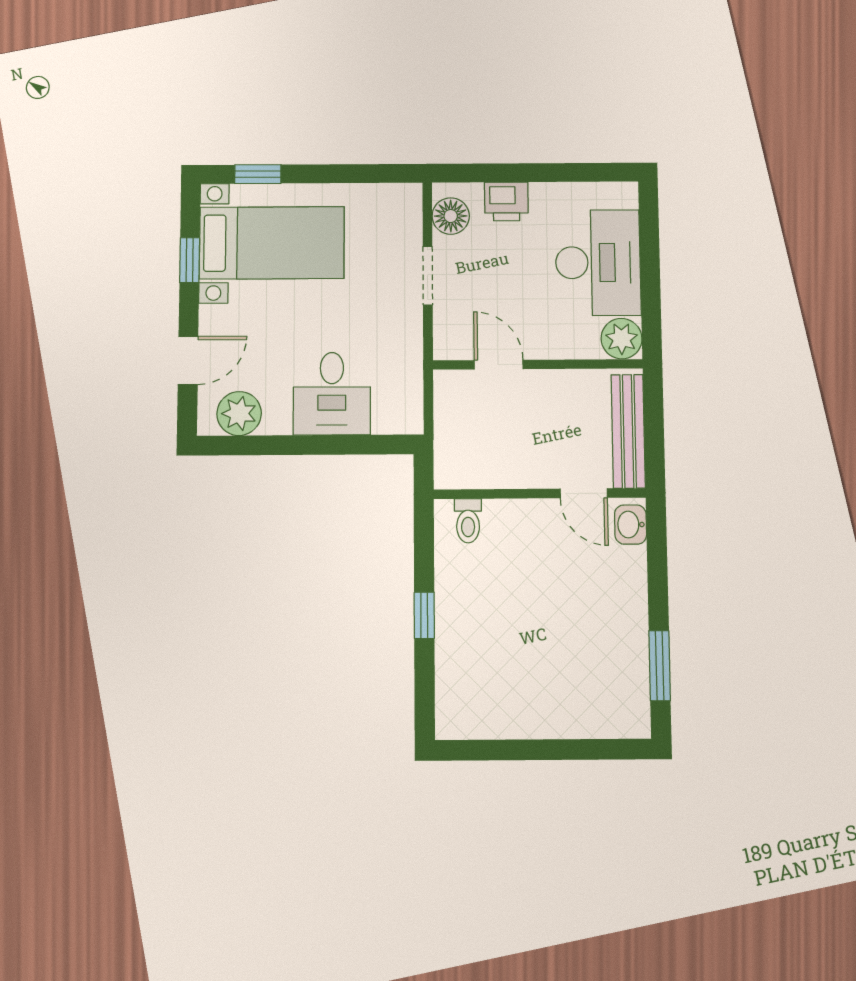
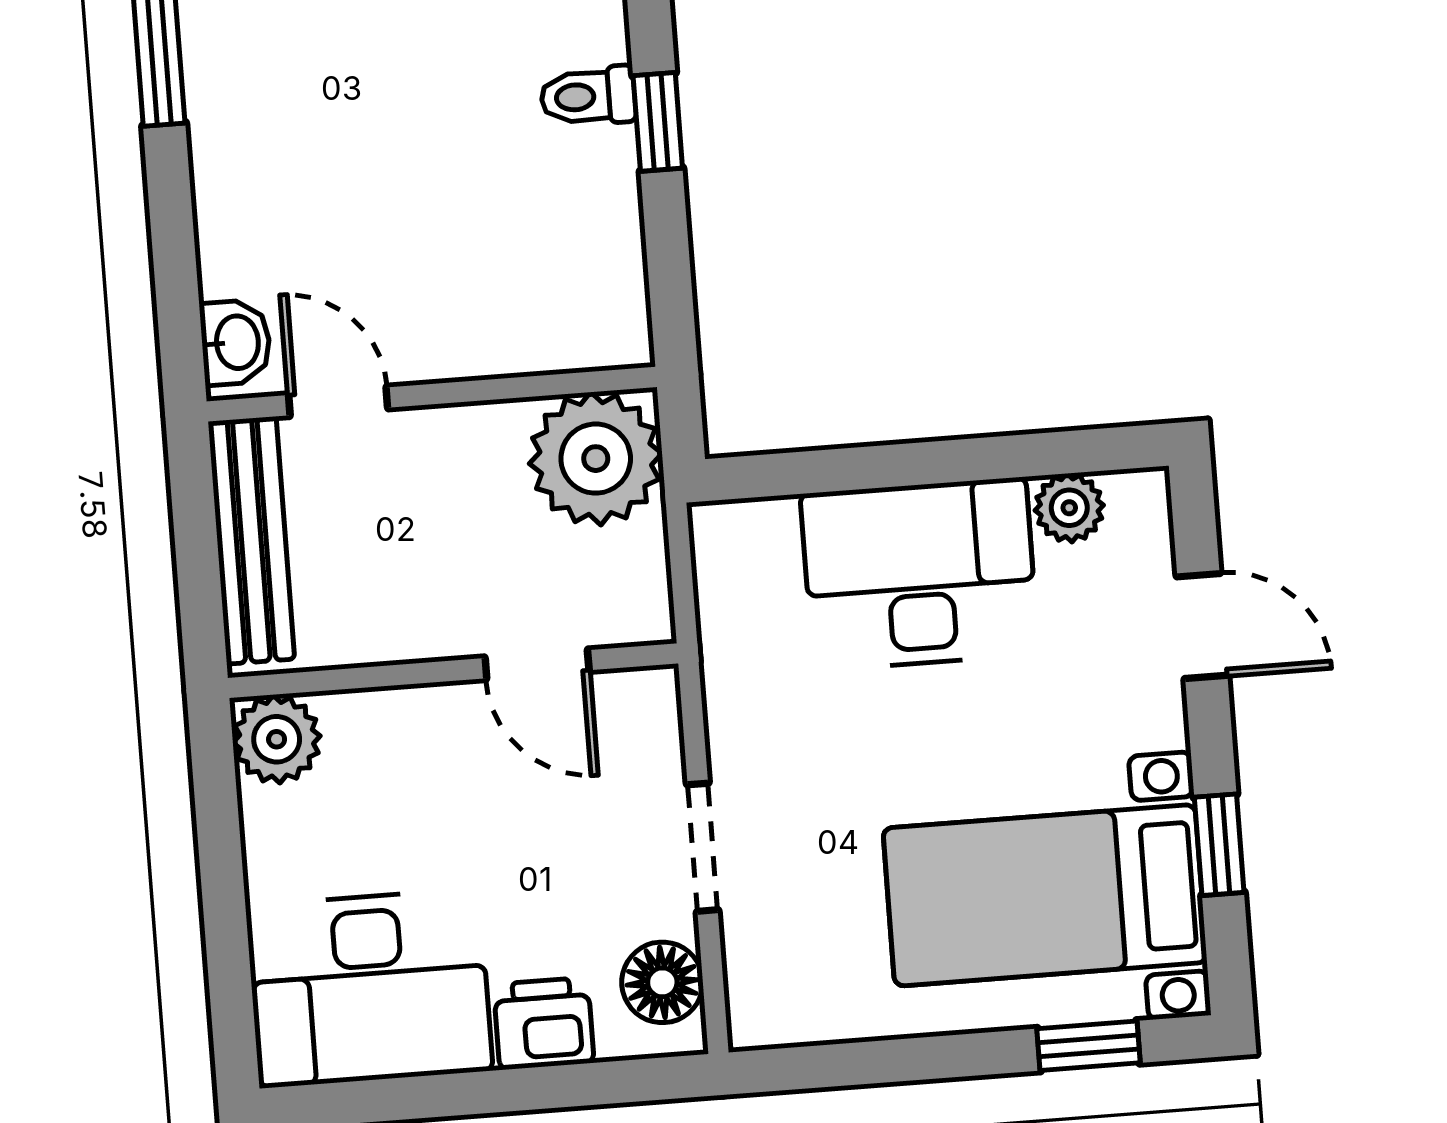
desk: (598, 263) -> (370, 988), moved, turned -90
door: (188, 360) -> (1202, 626), swing flipped
desk: (332, 394) -> (920, 574), width x1.37
plant: (239, 413) -> (1069, 508), width x0.73, depth x0.73
plant: (465, 458) -> (596, 459), added
toilet: (468, 521) -> (588, 96), moved, turned -90

